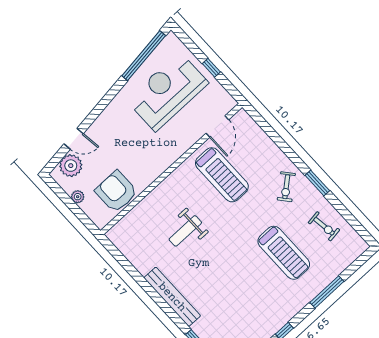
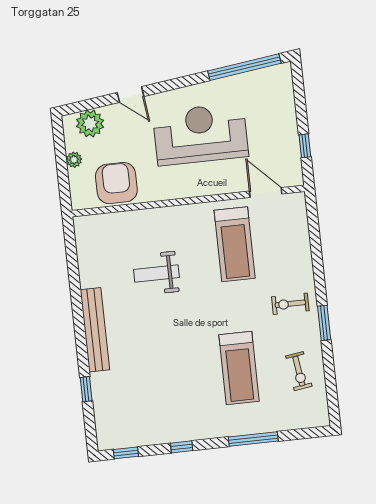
window: (211, 68) -> (305, 146), moved
reception desk: (167, 92) -> (201, 134), moved
door: (217, 126) -> (266, 193), swing flipped
door: (74, 139) -> (130, 94), moved
exercise bike: (286, 187) -> (290, 304), turned 40

